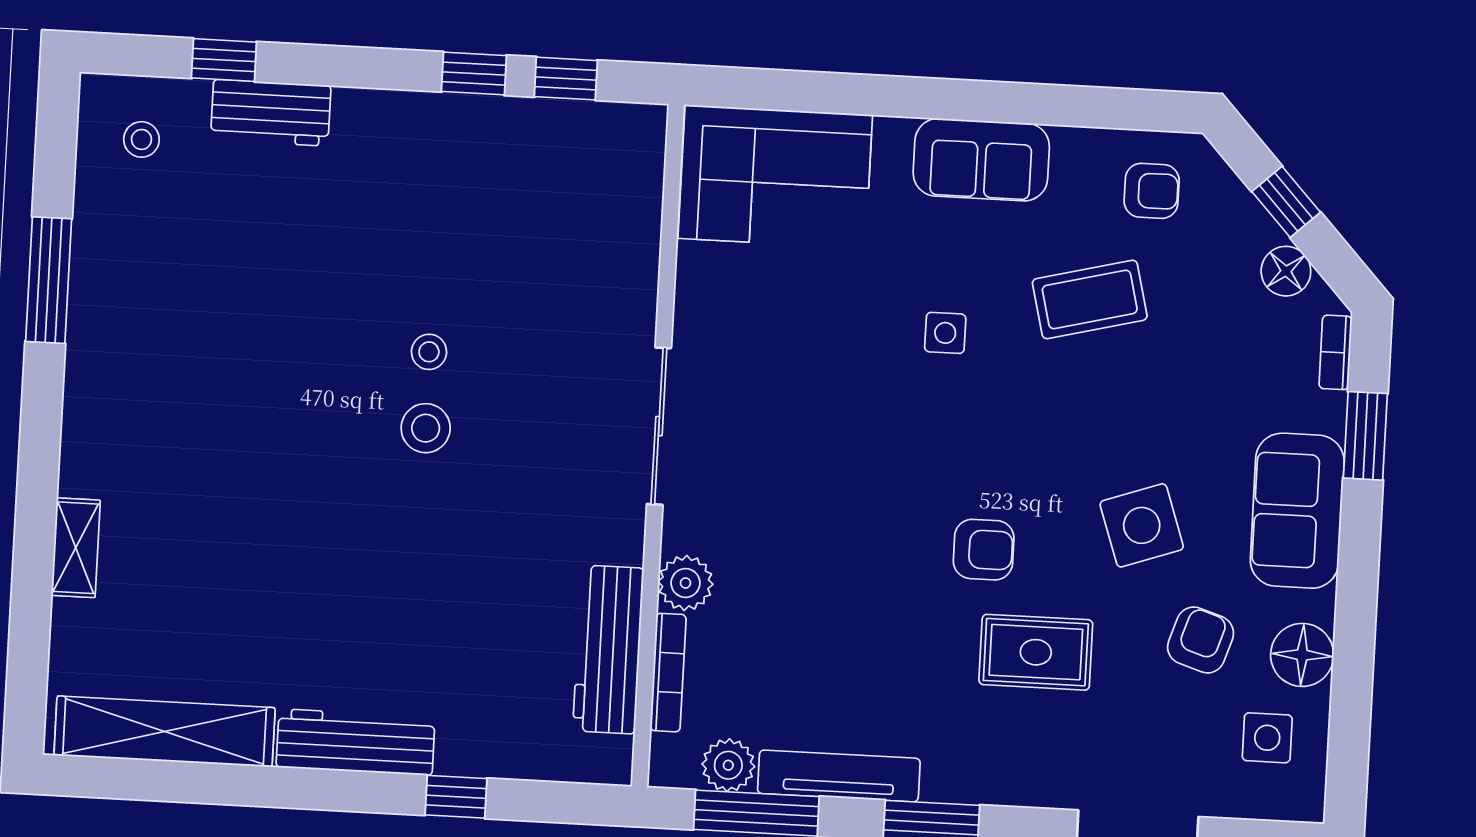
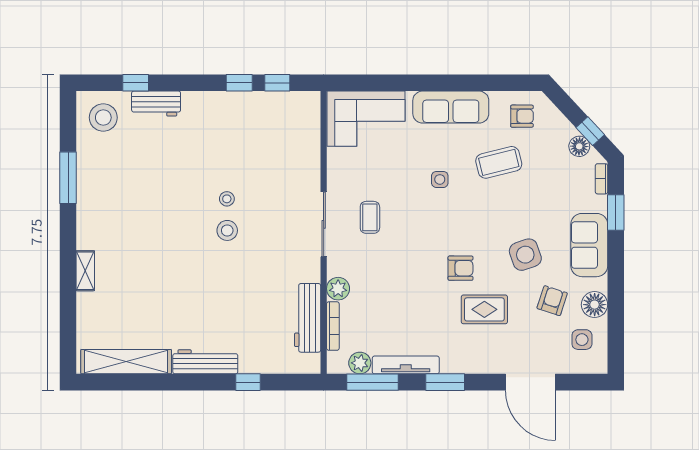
stool: (141, 139) -> (103, 118), width x1.89, depth x1.89
sofa: (981, 160) -> (451, 107), width x1.36
window: (1286, 202) -> (590, 131), moved
coffee table: (772, 415) -> (370, 217), added
shelving: (76, 548) -> (85, 271), moved

